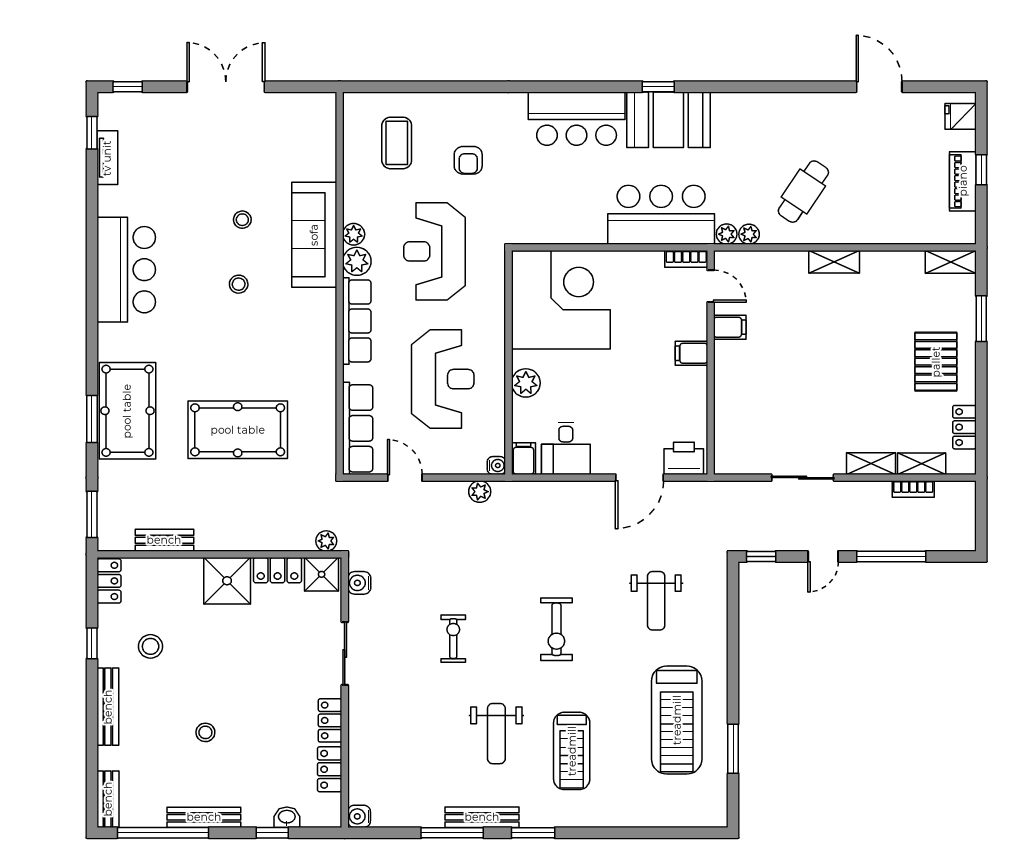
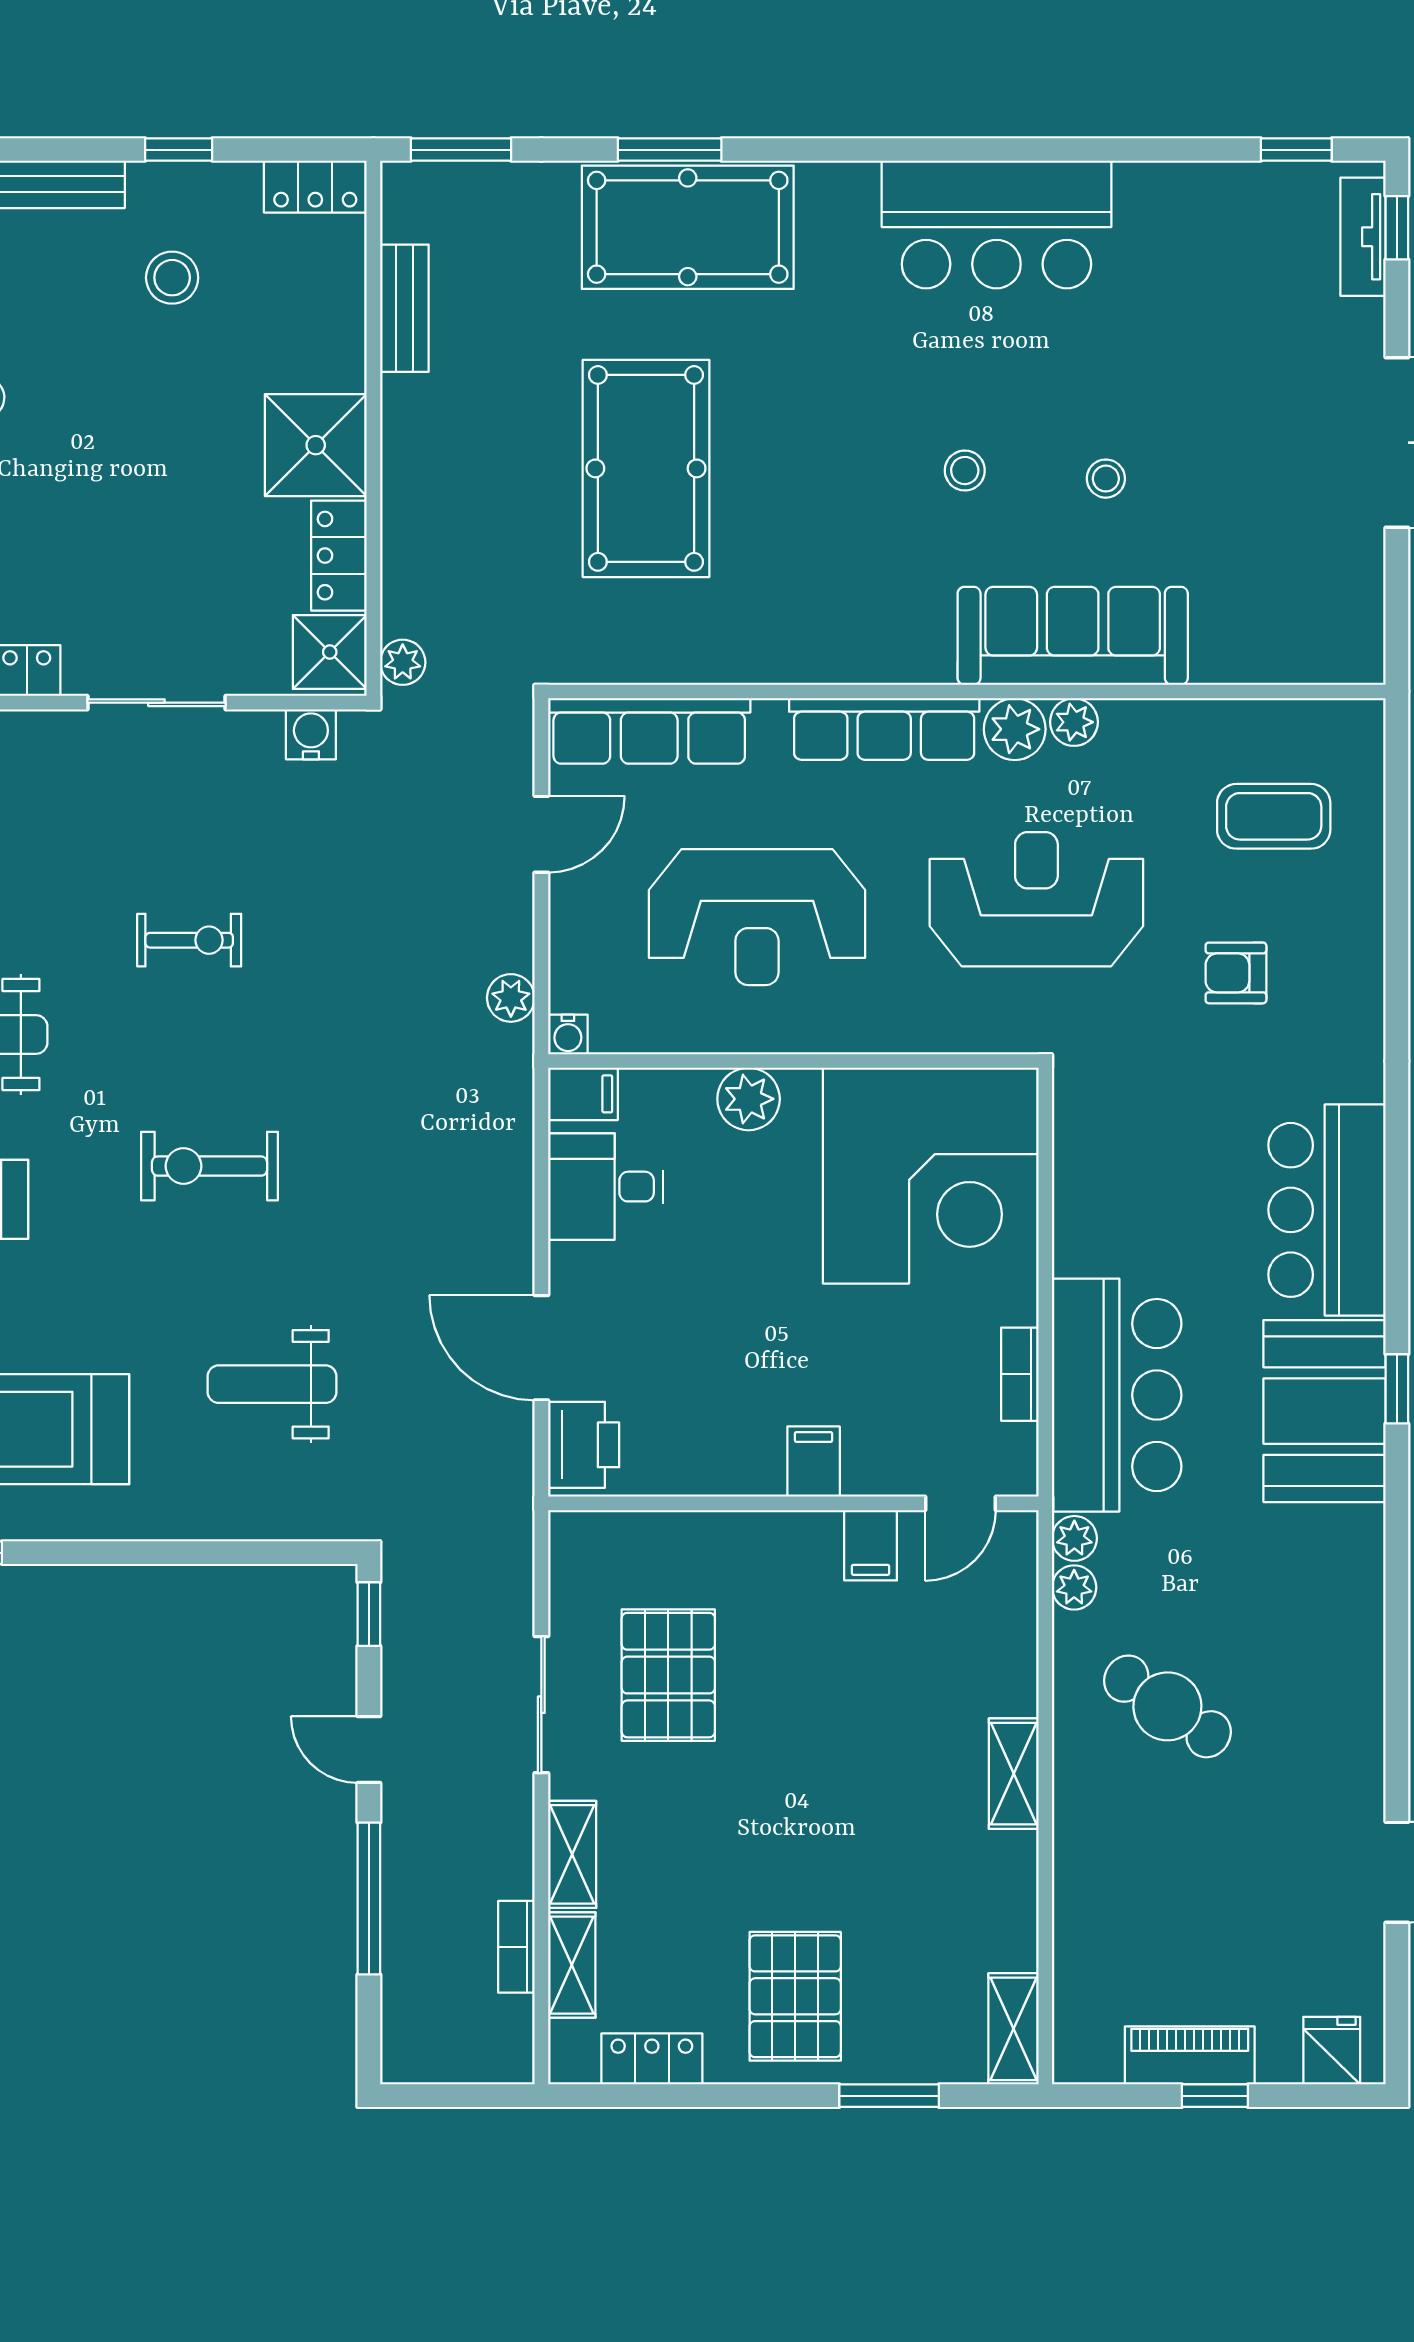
tv unit: (107, 158) -> (1363, 237), moved, turned 90
bookcase: (686, 259) -> (1020, 1374), moved
pallet: (936, 362) -> (795, 1996), turned 90
pallet: (789, 420) -> (668, 1675), added

